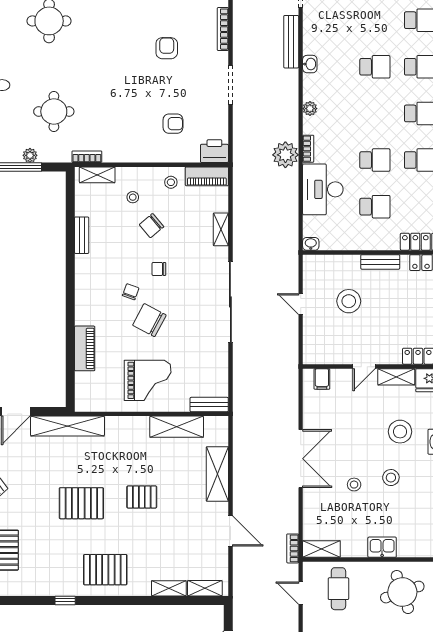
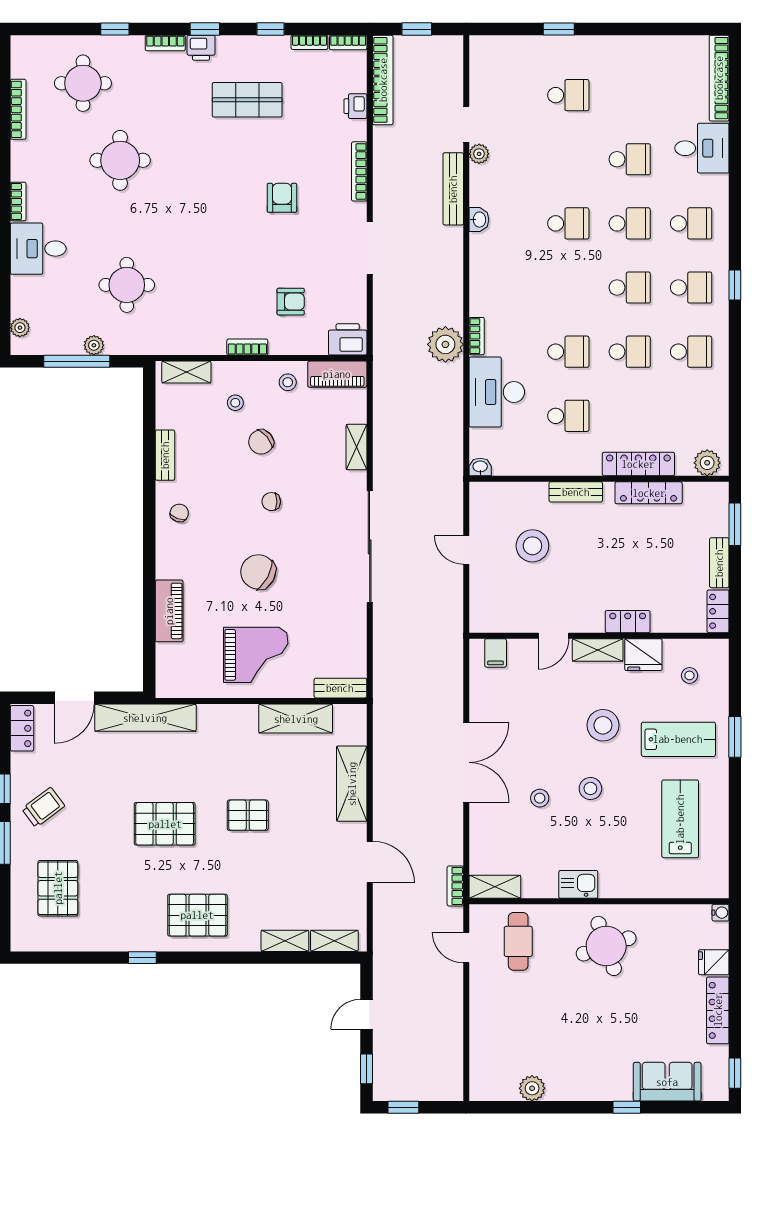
plant: (310, 109) -> (479, 154), moved
bookcase: (87, 157) -> (247, 347), moved
chair: (131, 292) -> (179, 513), moved

